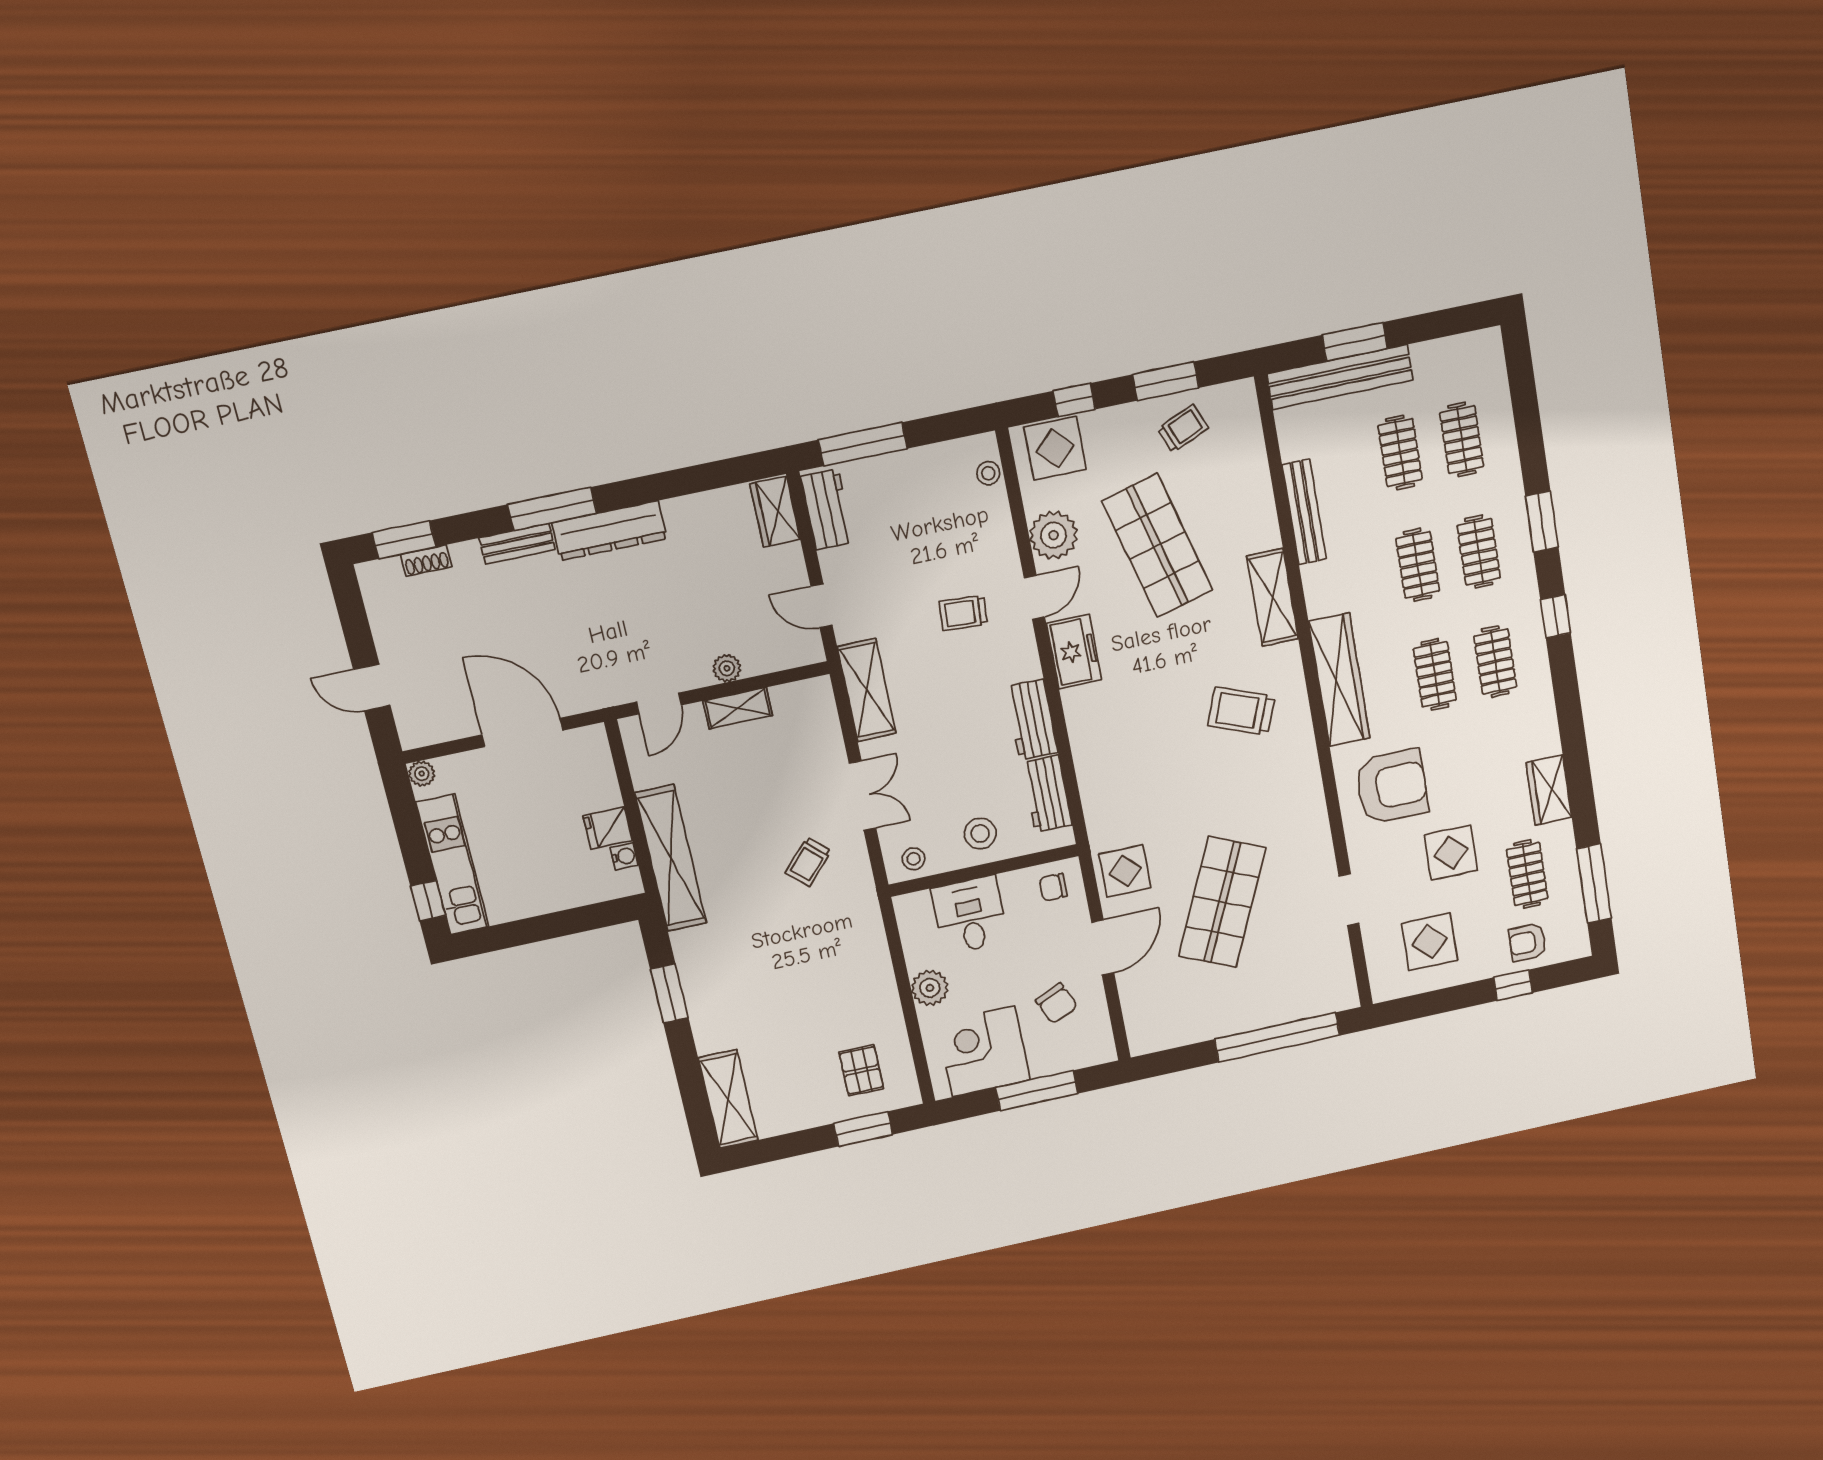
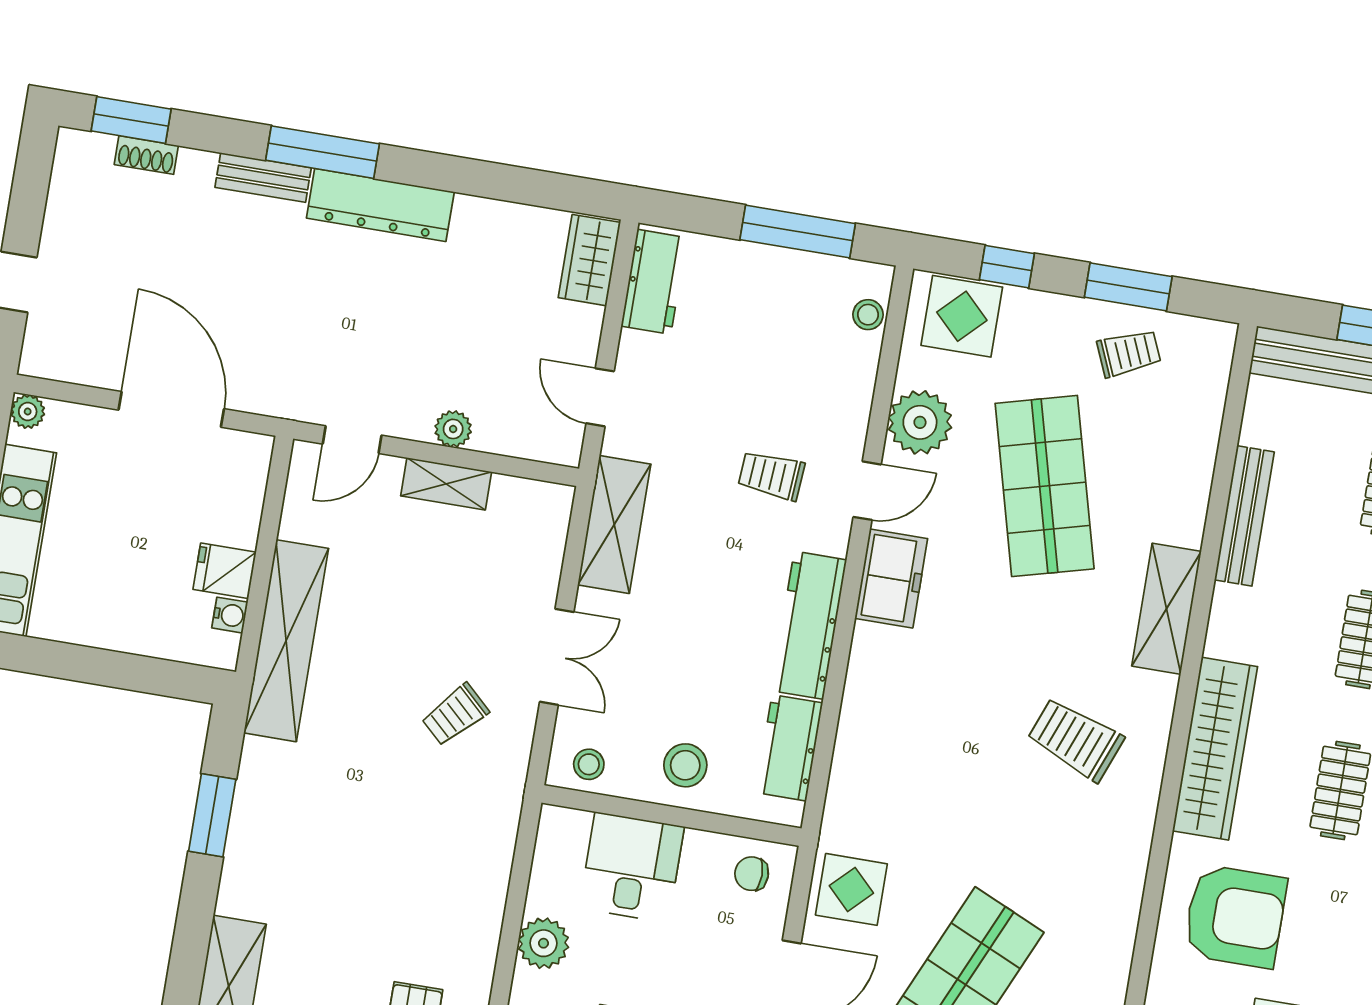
window: (863, 444) -> (798, 232), moved
workbench: (1032, 720) -> (809, 625), width x1.38

